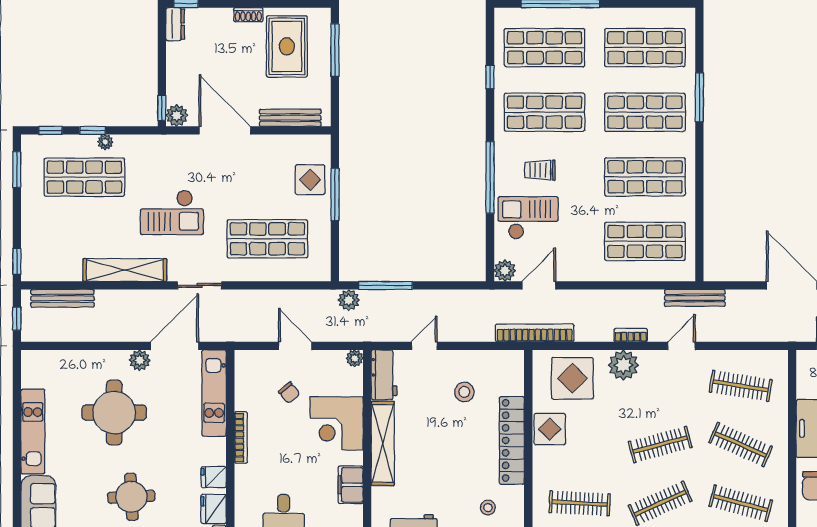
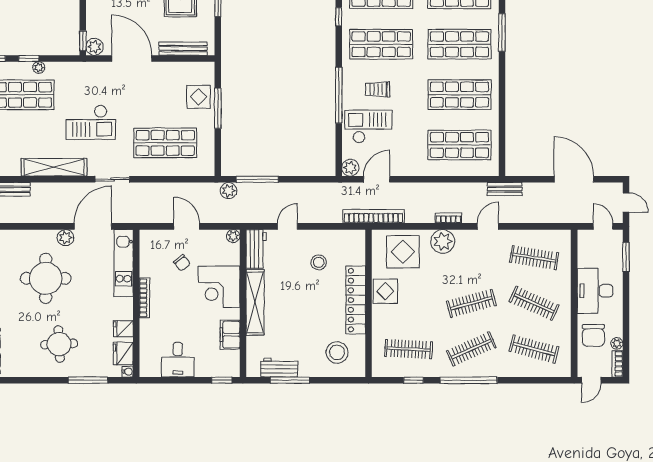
bench: (695, 298) -> (505, 189), width x0.73
stool: (488, 508) -> (337, 352), width x1.89, depth x1.89

